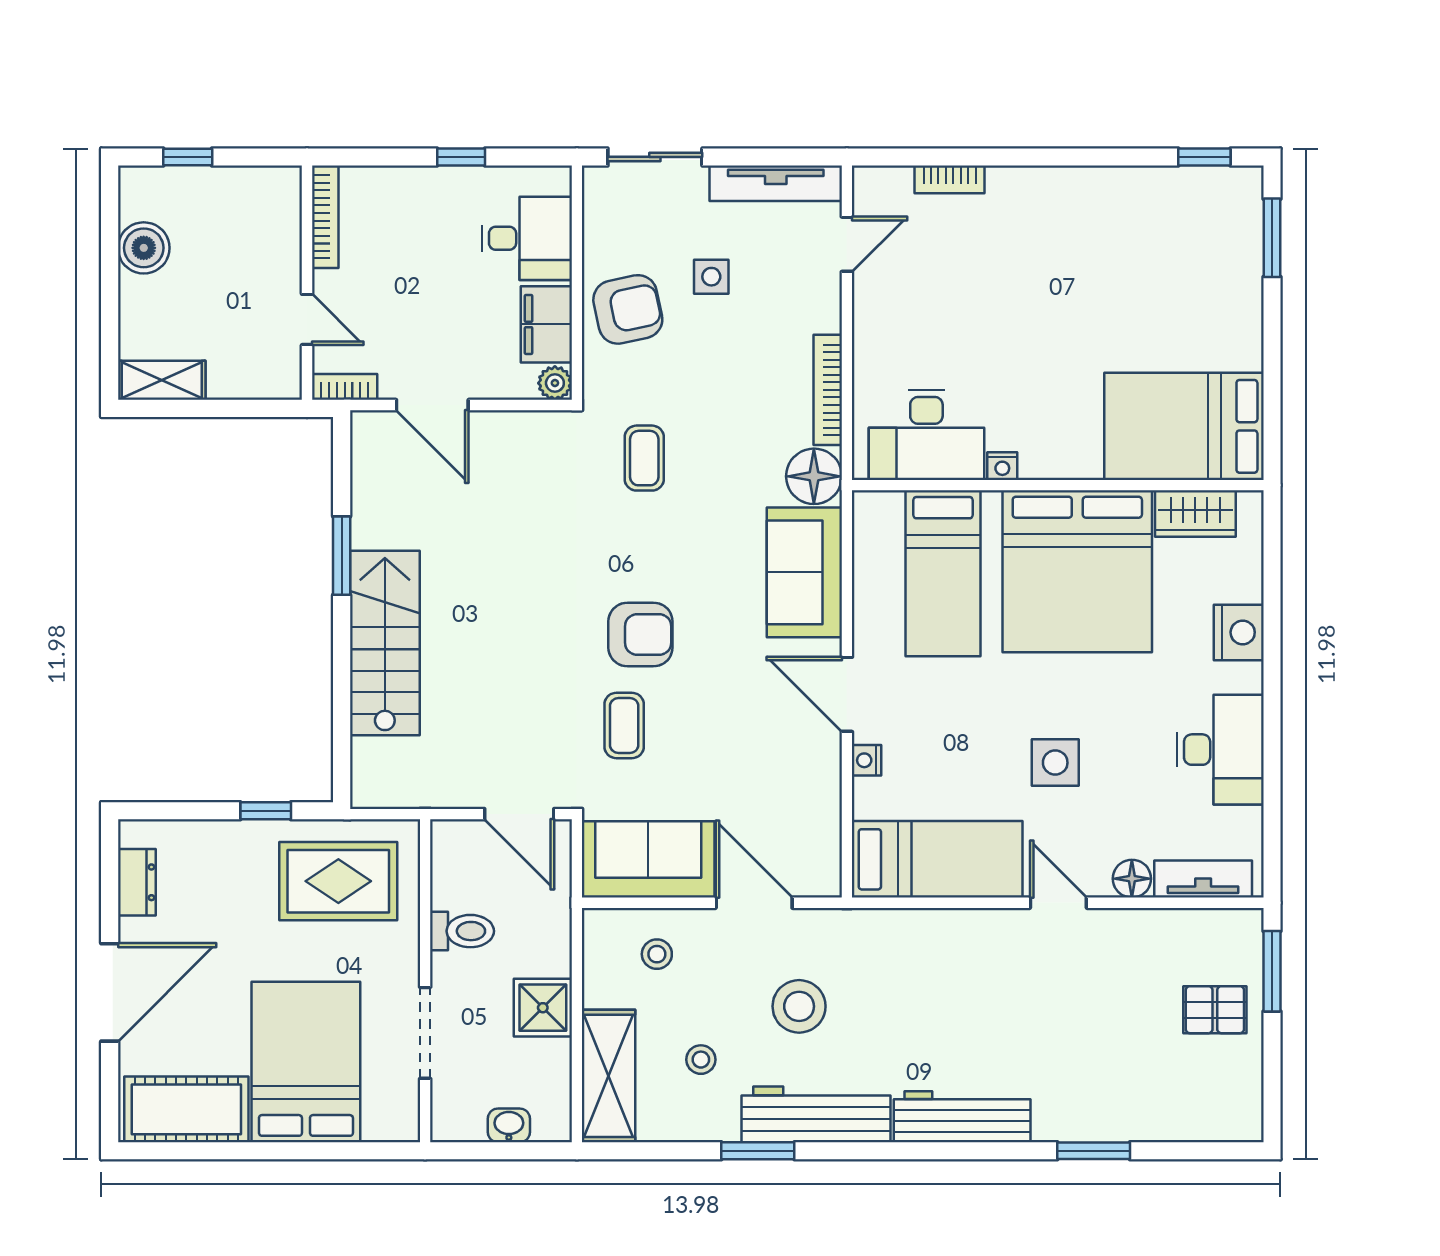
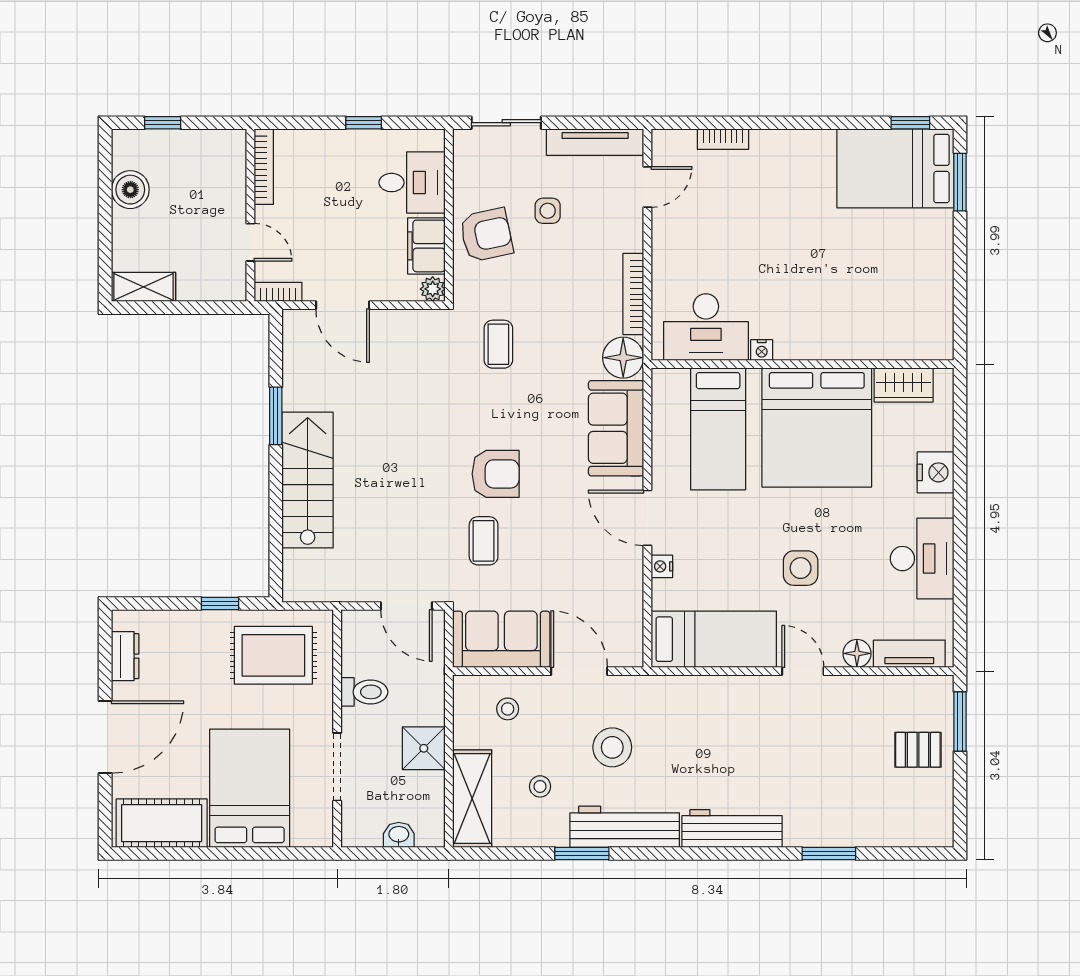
bed: (1184, 426) -> (895, 168), moved

